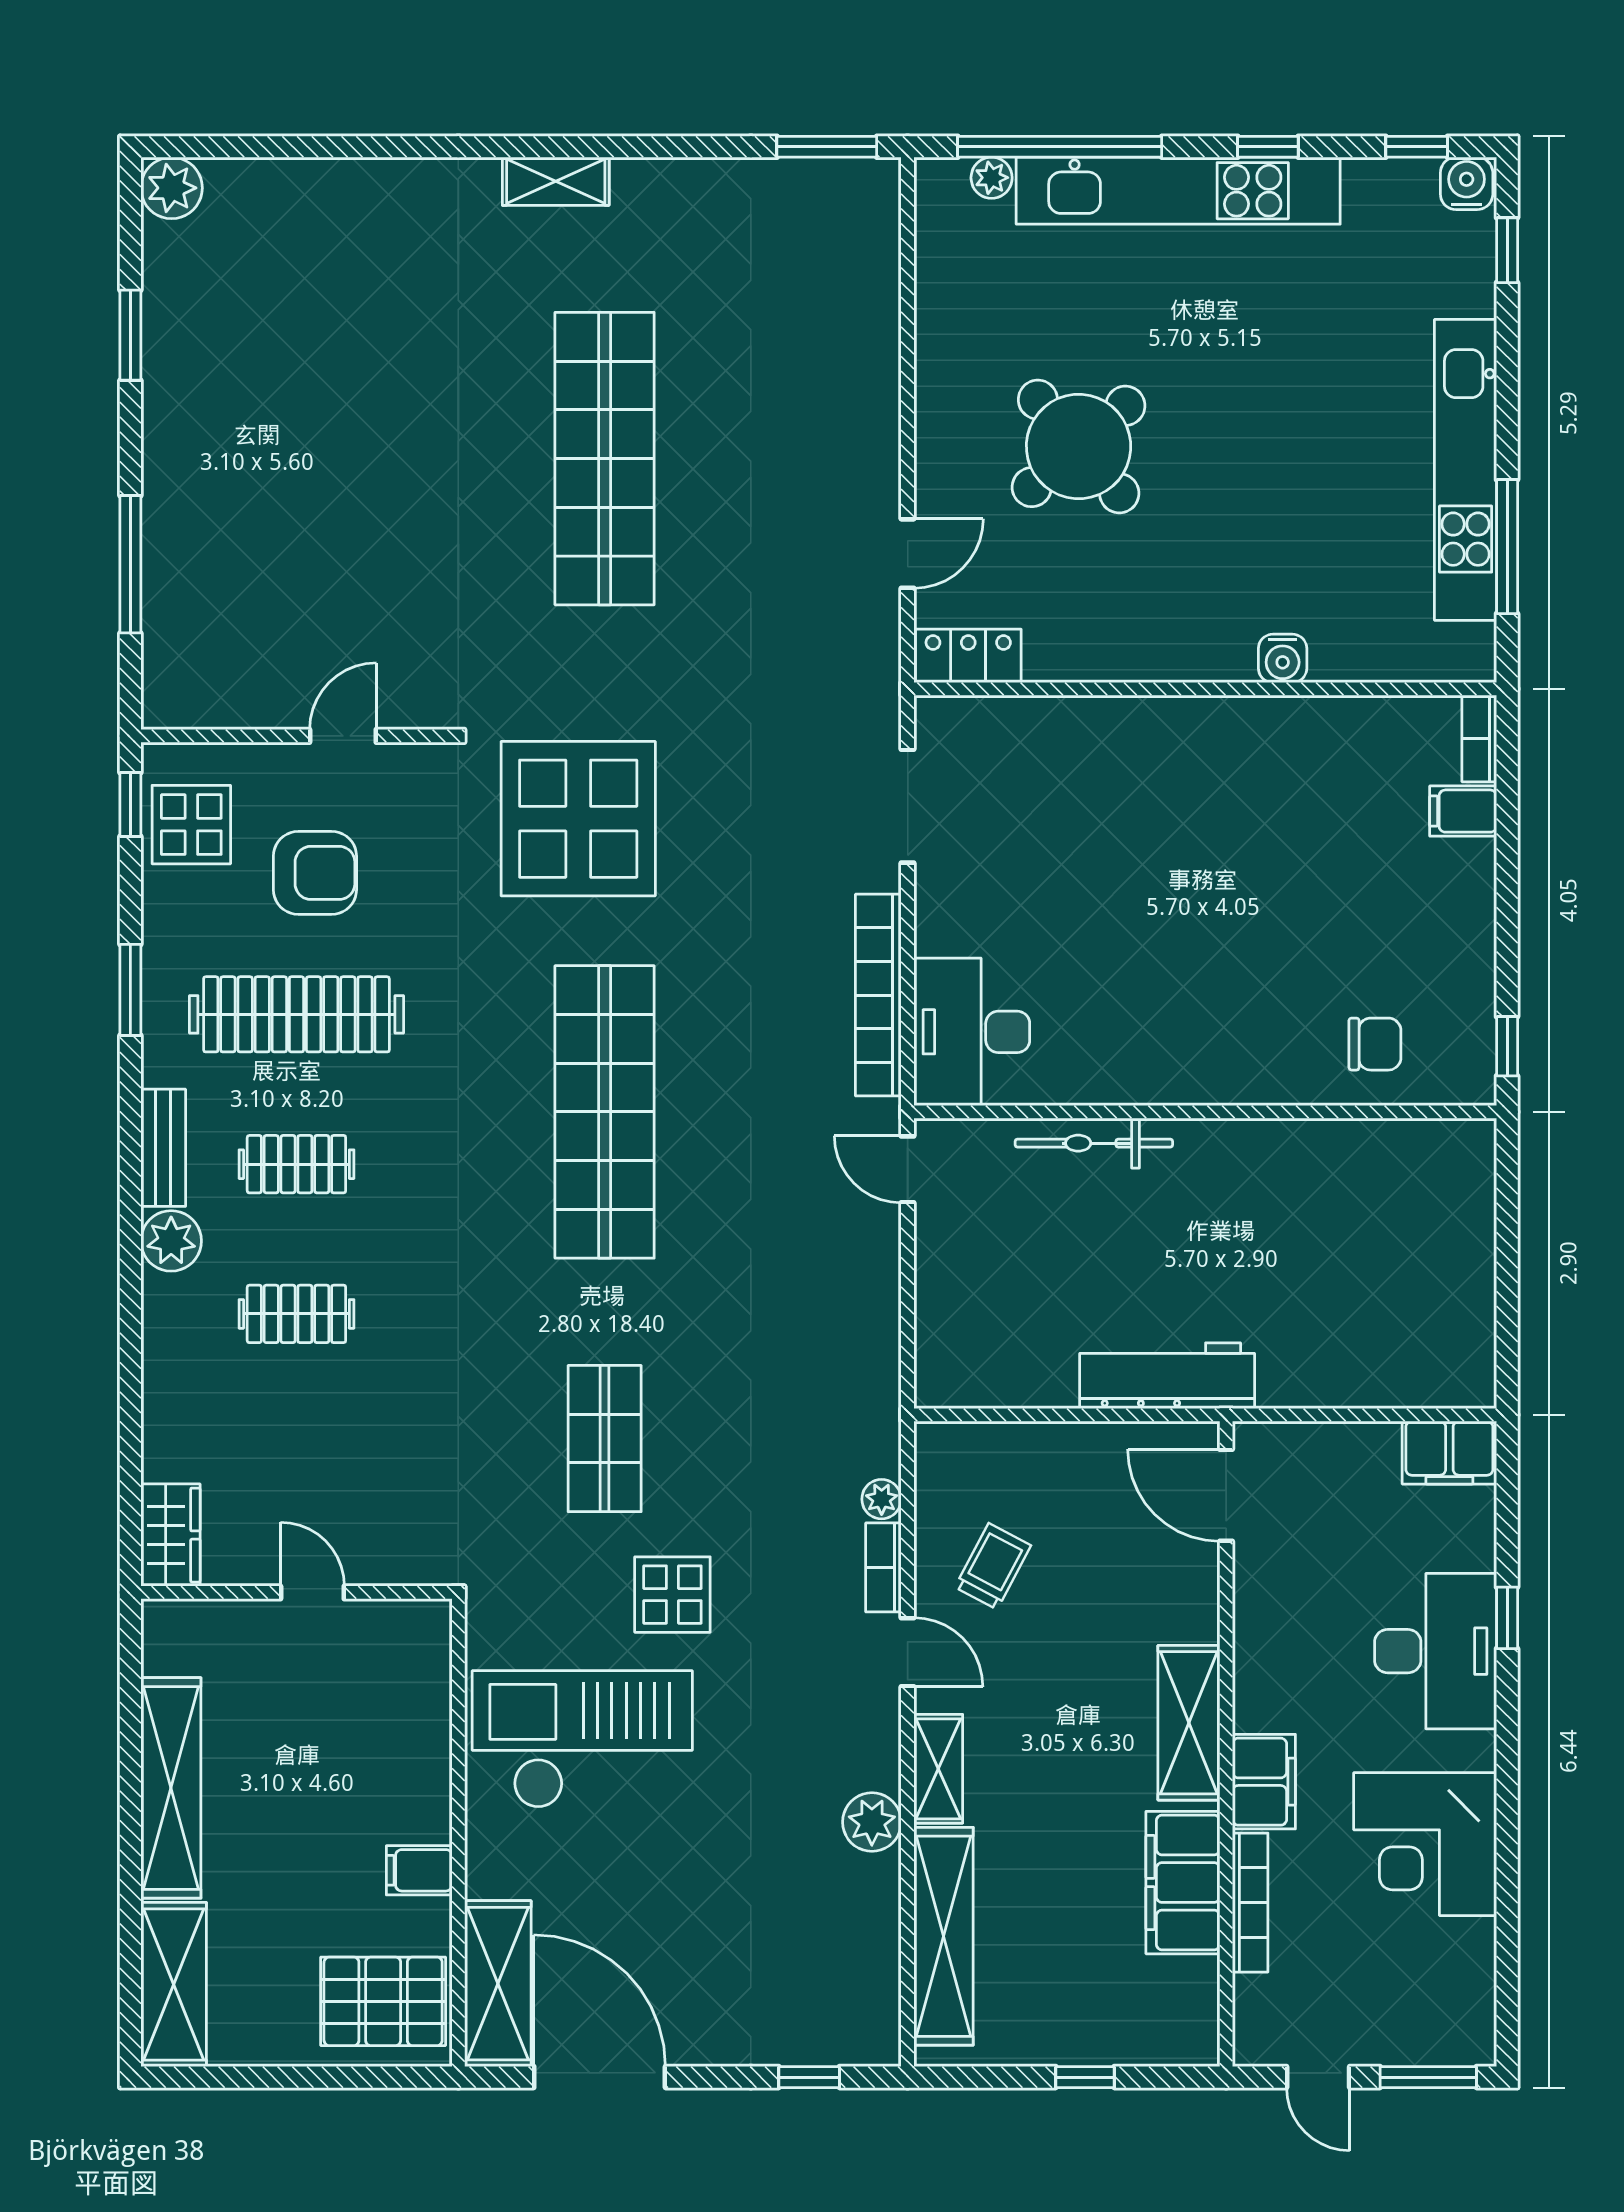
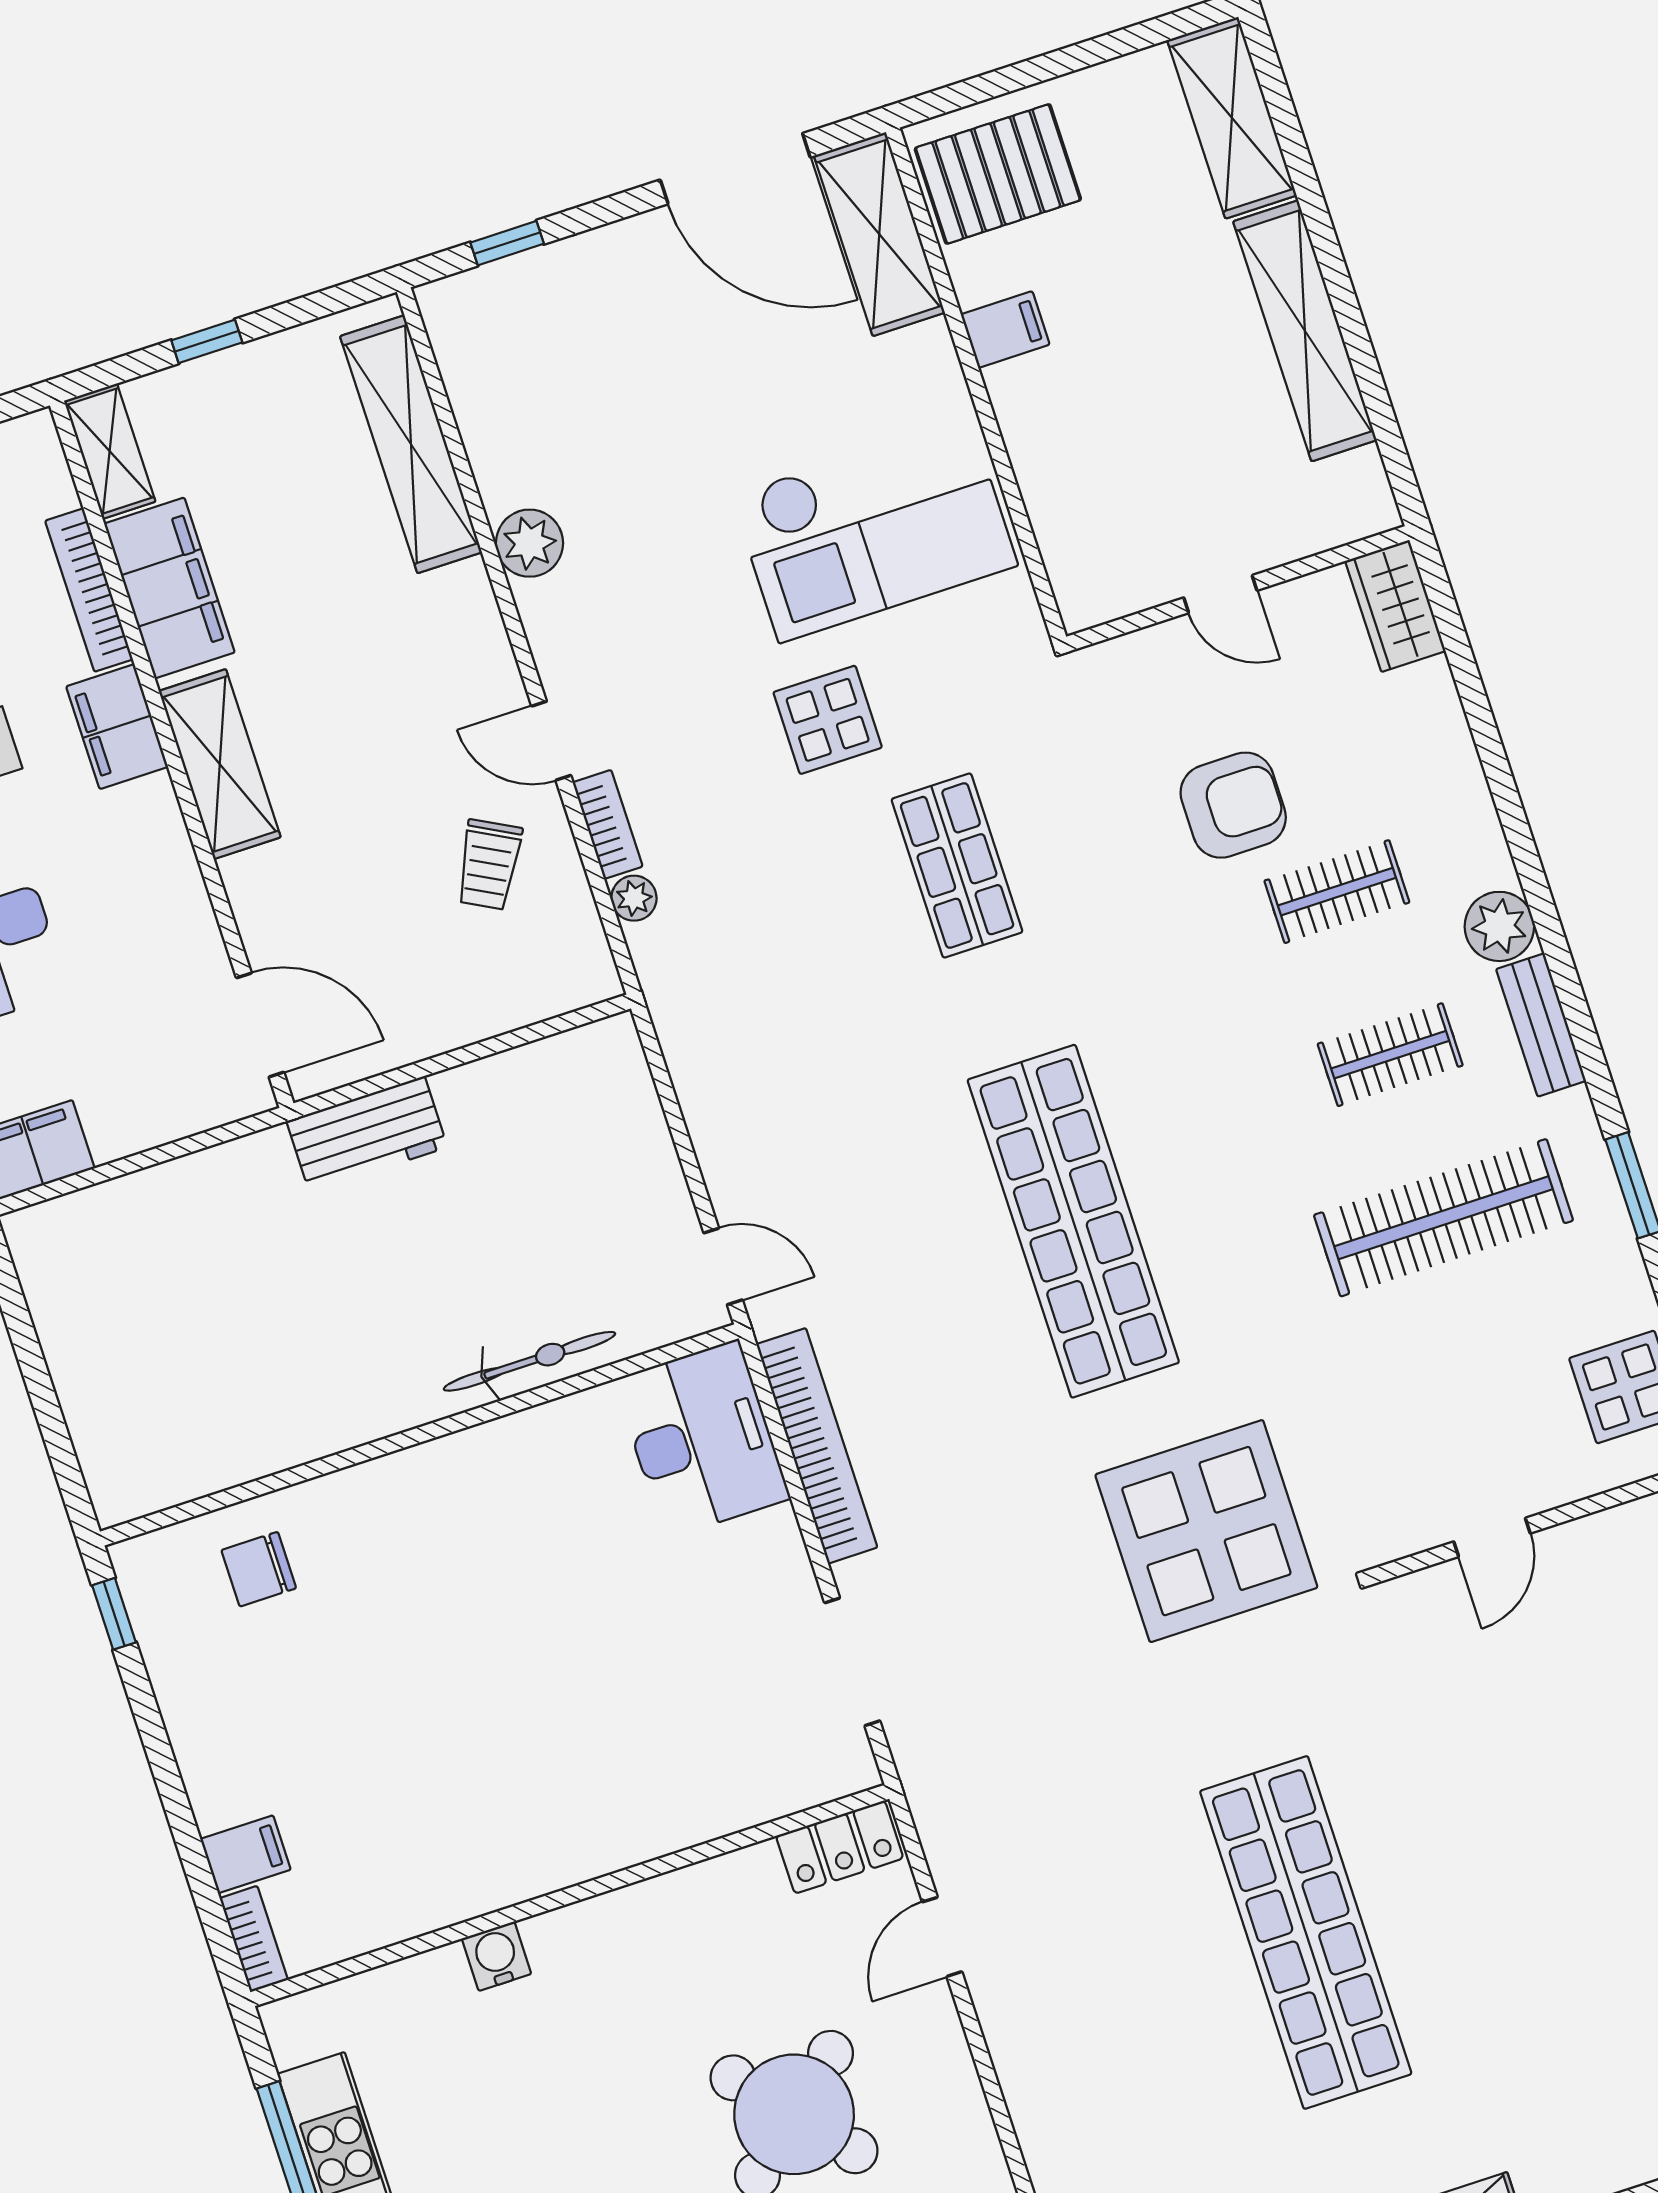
armchair: (315, 873) -> (1233, 805), moved, turned 180
workbench: (1167, 1376) -> (367, 1134), width x0.73
shelving: (938, 1769) -> (110, 451), moved

